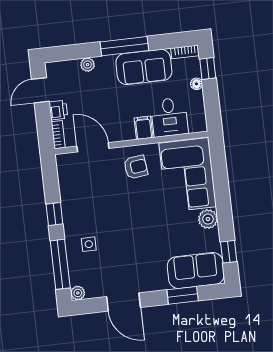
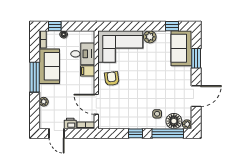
door: (93, 147) -> (96, 104), hinge flipped
floor lamp: (80, 272) -> (174, 121), added

